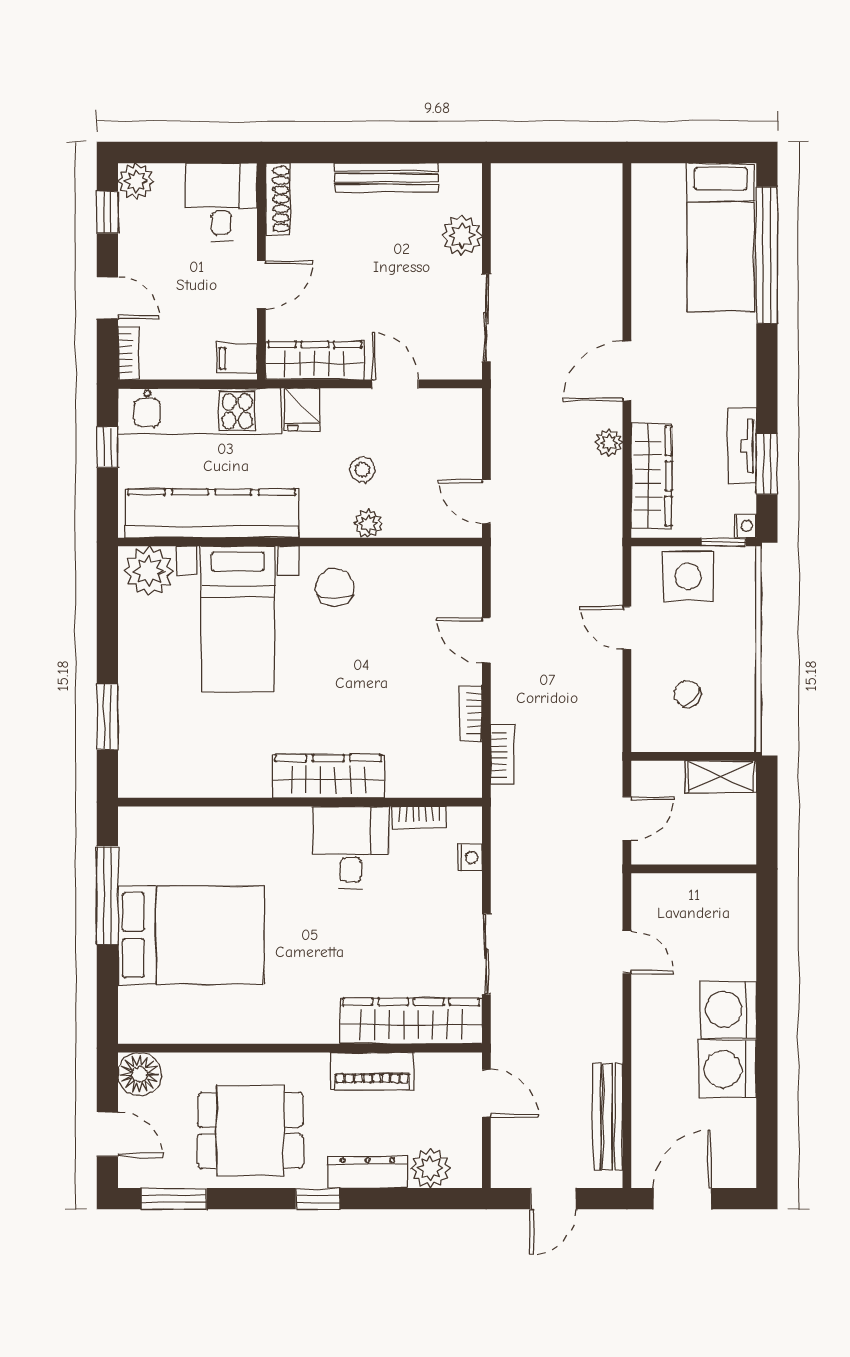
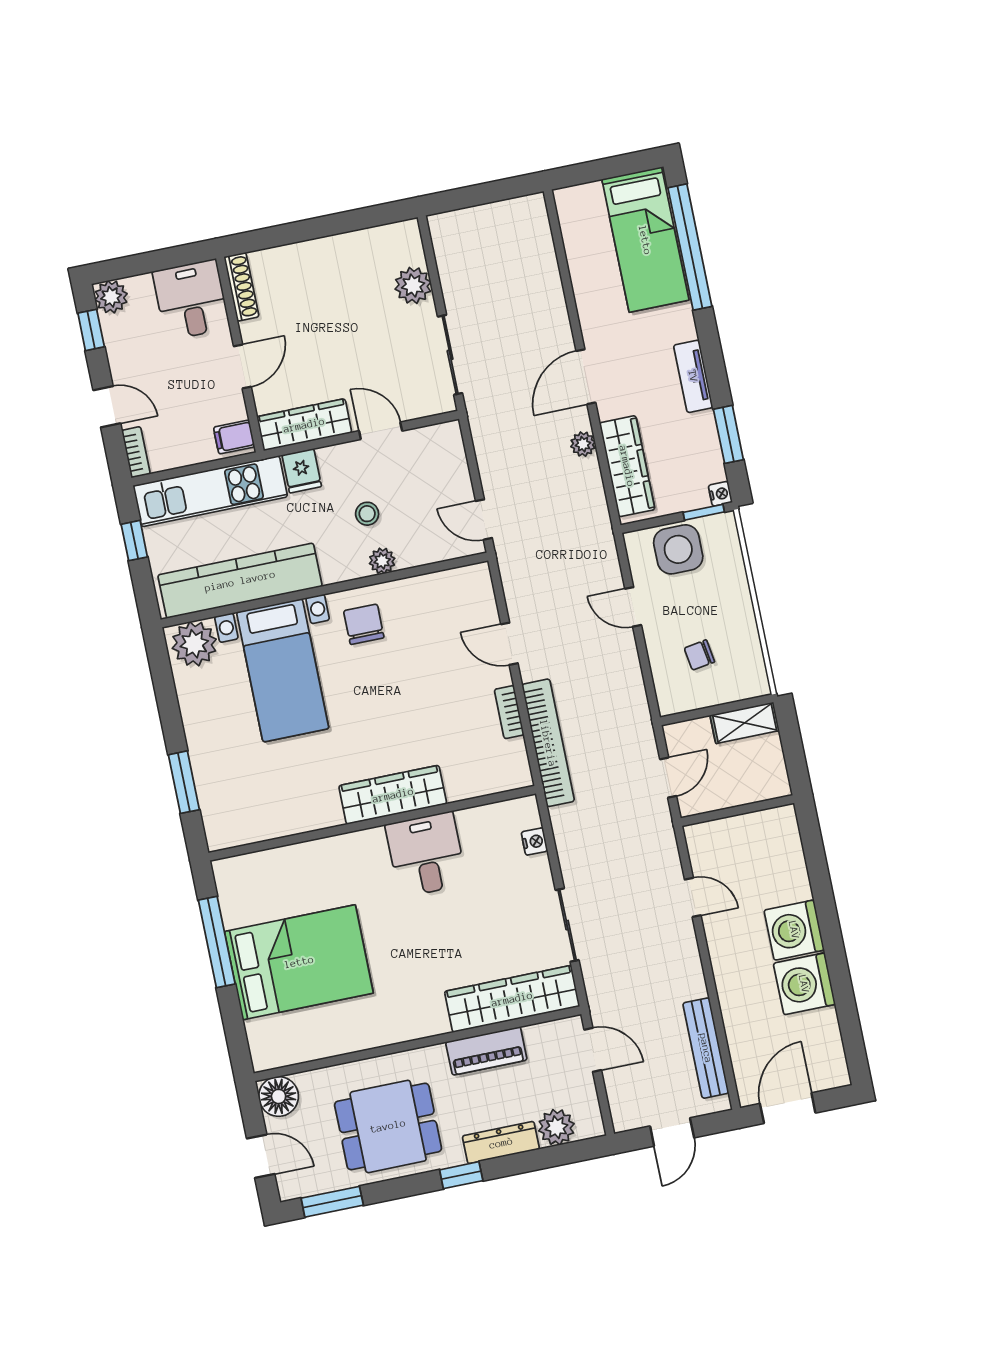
bench: (387, 178) -> (335, 248), removed
tv unit: (742, 446) -> (693, 376), moved
chair: (687, 694) -> (699, 655), turned -51
bookcase: (502, 755) -> (548, 743), width x2.31, depth x1.31
bookcase: (419, 817) -> (482, 815), removed

